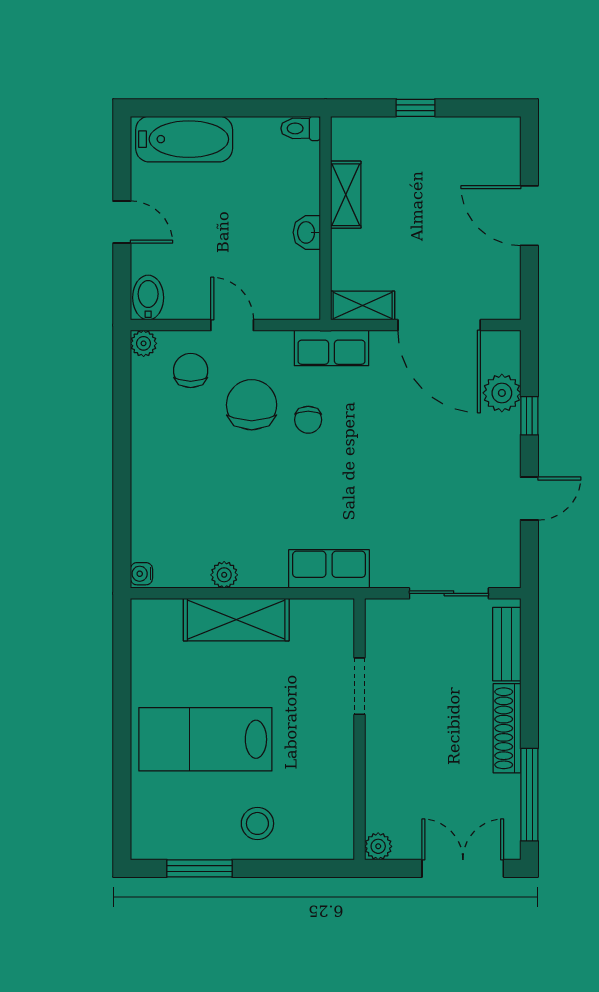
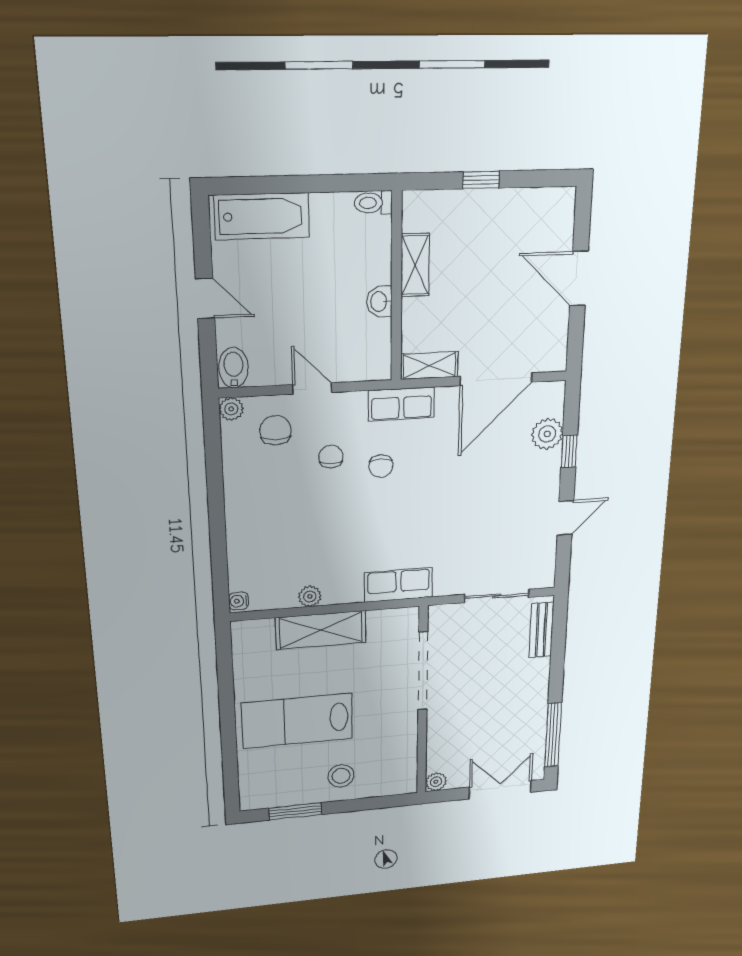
door: (439, 325) -> (496, 379), hinge flipped
chair: (252, 405) -> (331, 457), width x0.54, depth x0.54
doorway: (360, 686) -> (423, 671), width x1.87
shoe rack: (507, 728) -> (538, 690), removed

